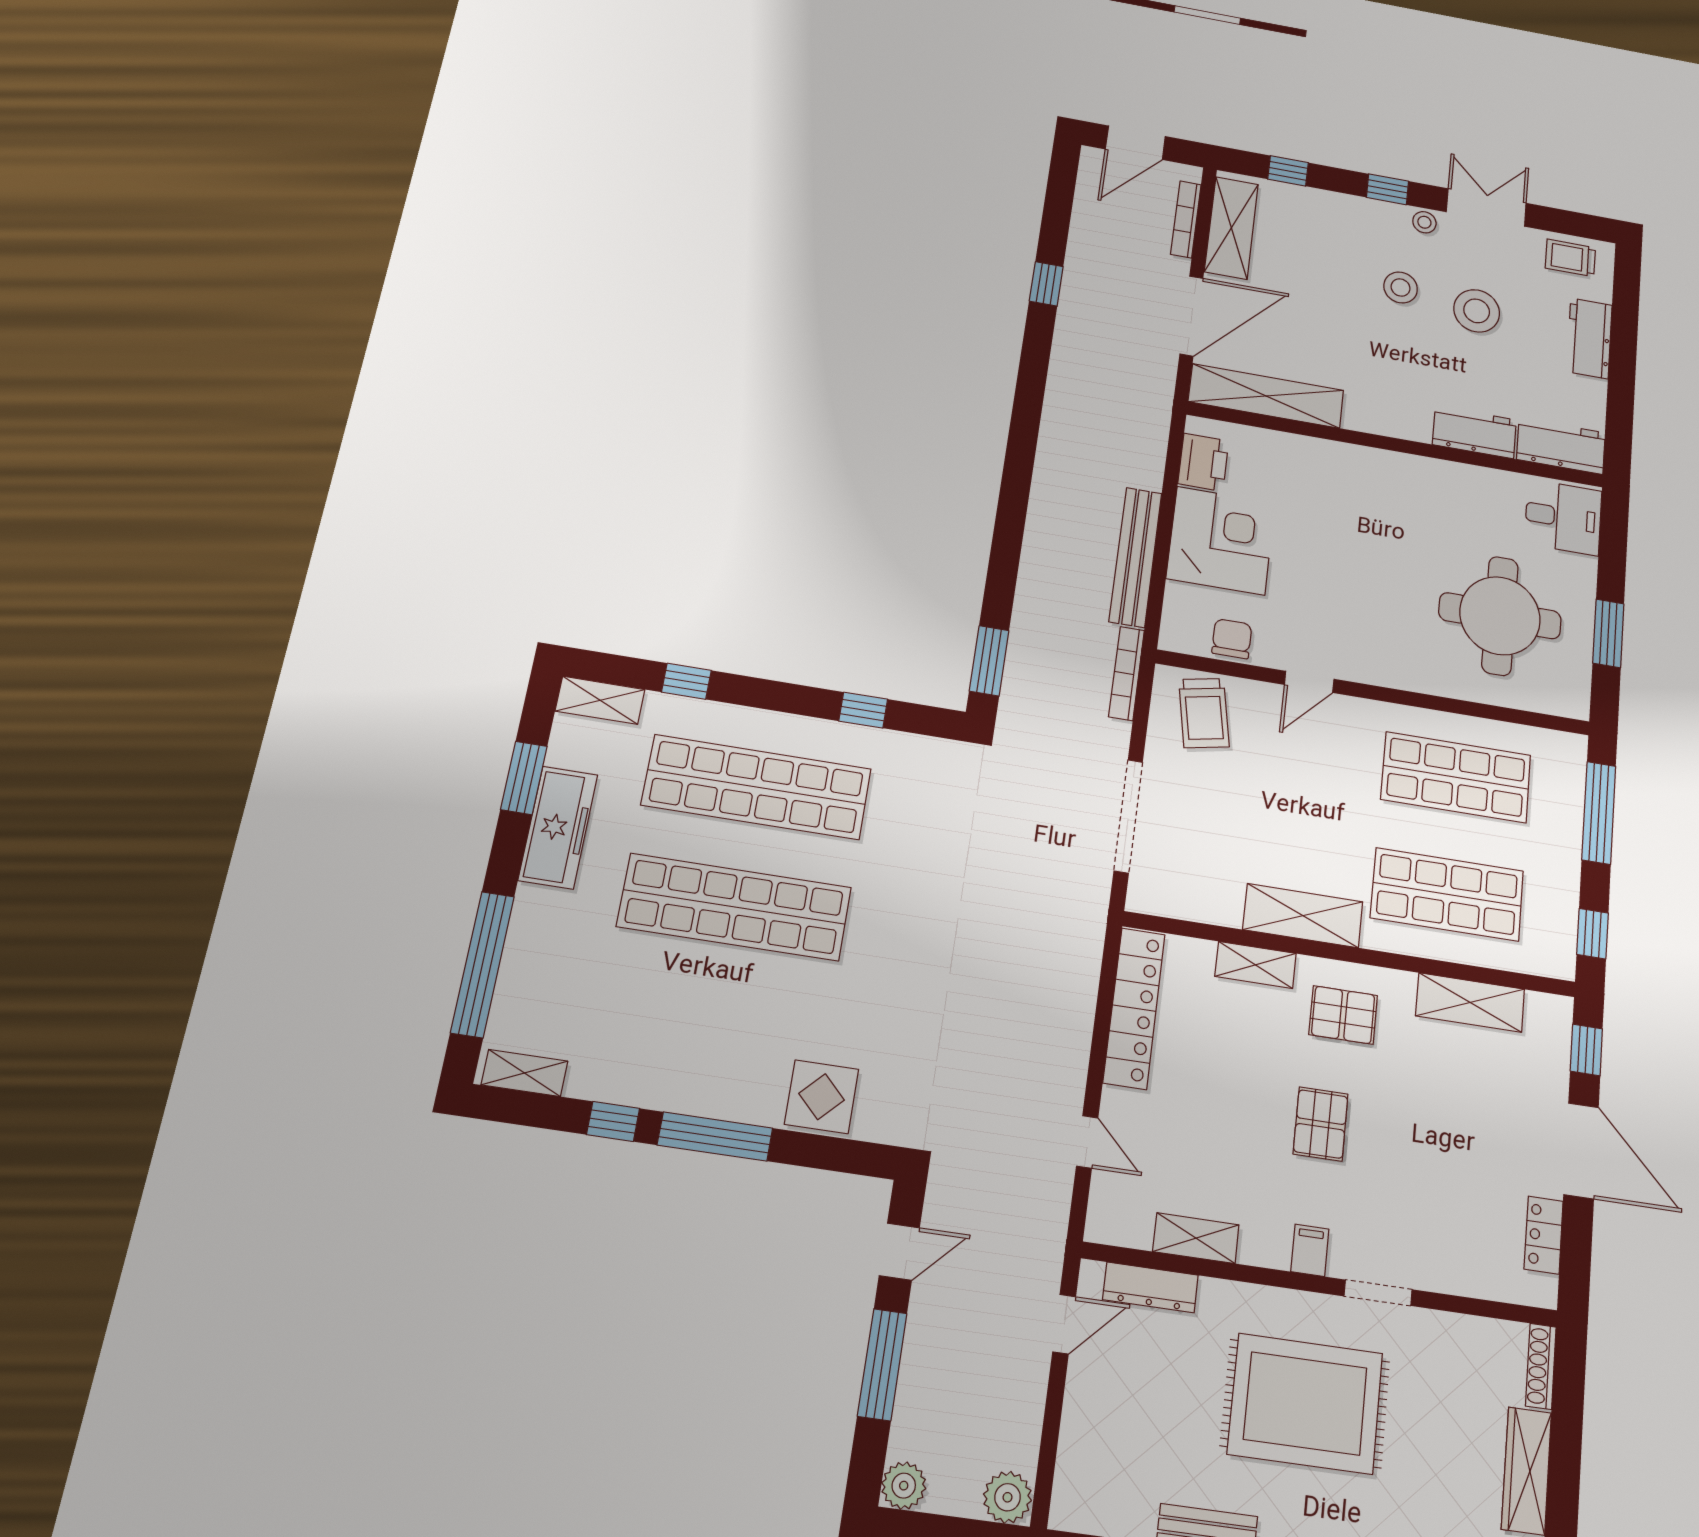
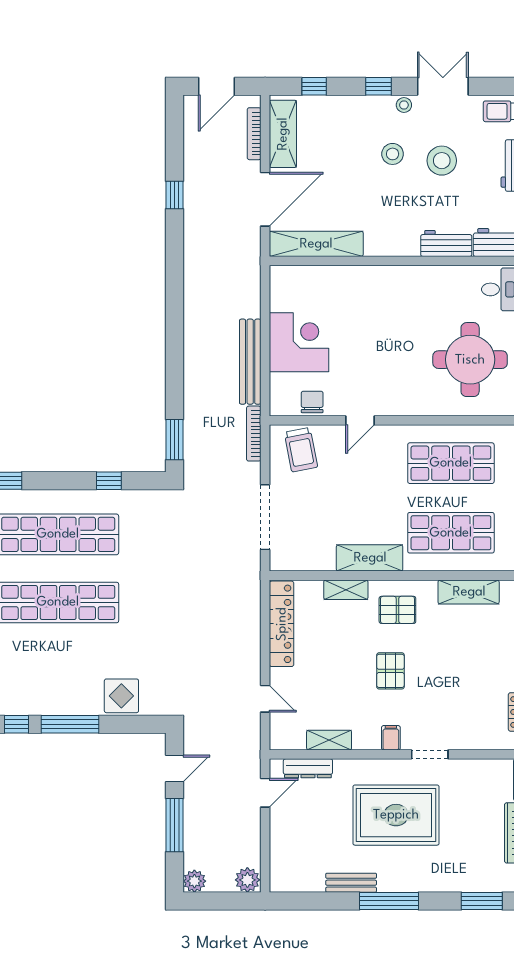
printer: (1203, 462) -> (283, 294), removed

